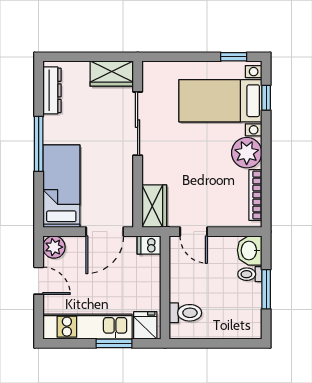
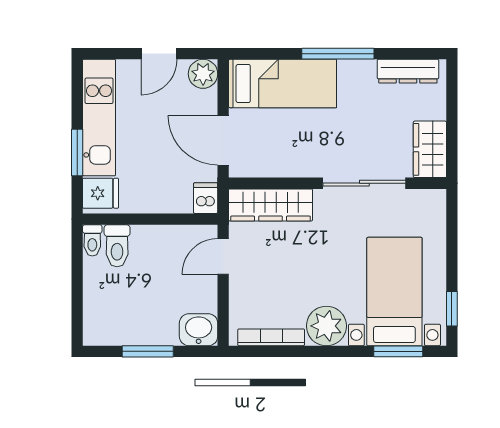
window: (266, 98) -> (398, 351), width x1.50
wardrobe: (154, 206) -> (271, 205), width x1.50
toilet: (250, 274) -> (92, 240), moved, turned 180

